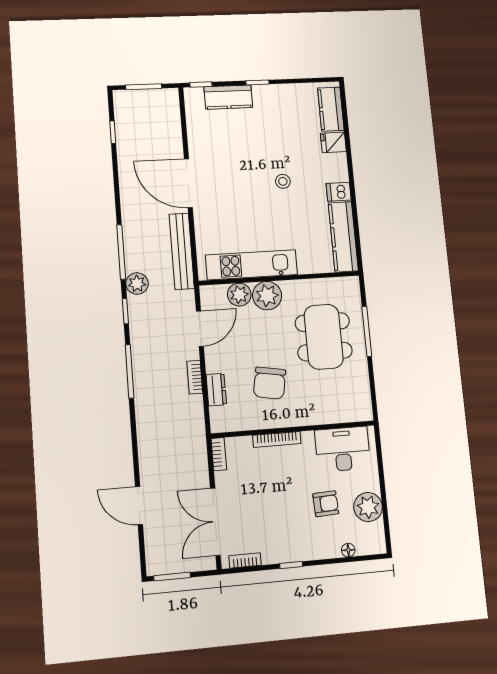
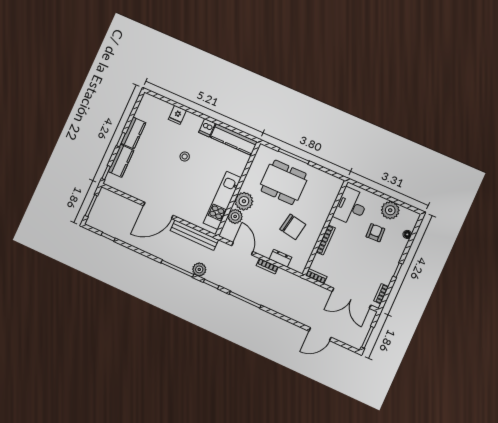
kitchen counter: (331, 109) -> (133, 133), moved, turned -90

